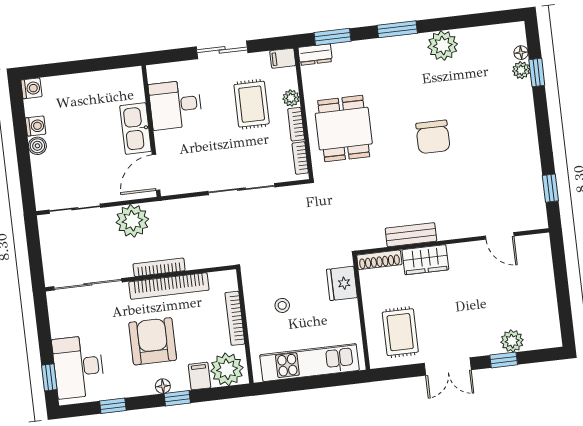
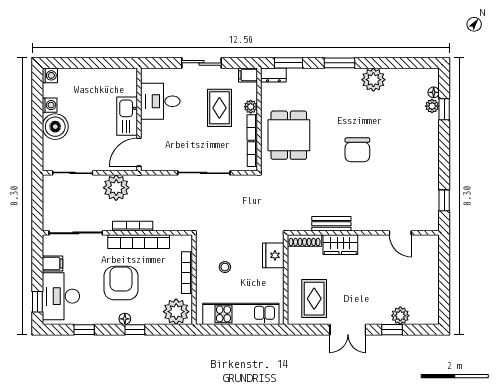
boiler: (37, 146) -> (55, 127), width x1.86, depth x1.86
filing cabinet: (200, 376) -> (52, 264), moved, turned 90

